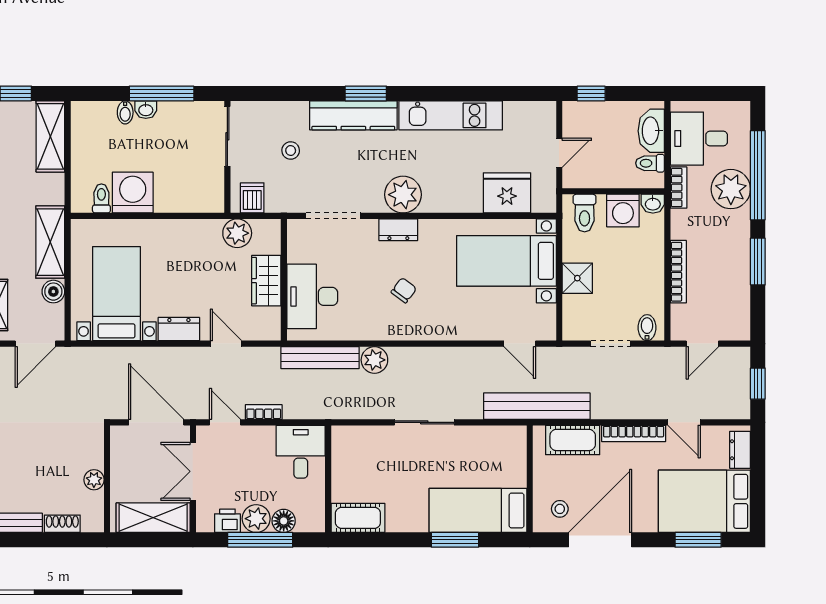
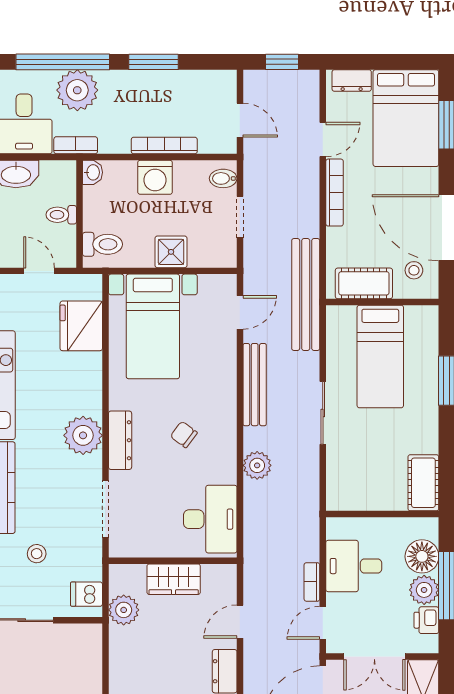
toilet: (650, 163) -> (61, 215), moved, turned 90
washing machine: (623, 211) -> (155, 177), moved, turned 90
dresser: (398, 230) -> (120, 440), width x1.44
desk: (312, 296) -> (210, 519), moved, turned -90
bench: (320, 358) -> (255, 385), moved
cot: (573, 440) -> (364, 283), moved, turned 90
desk: (301, 452) -> (354, 566), moved
bed: (478, 510) -> (380, 356), moved
floor lamp: (284, 521) -> (422, 556), width x1.38, depth x1.38

